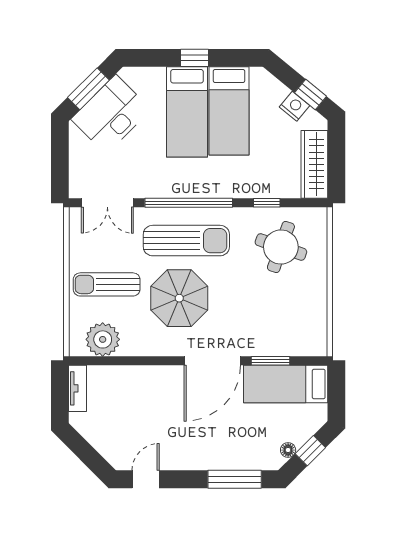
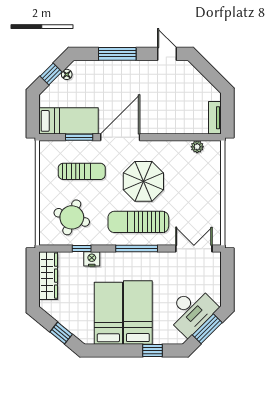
window: (195, 58) -> (152, 350), moved
window: (311, 95) -> (61, 333), moved
nightstand: (295, 106) -> (92, 259), moved, turned 141
window: (189, 203) -> (137, 249), width x0.68
sun lounger: (107, 284) -> (82, 171), moved
plant: (103, 339) -> (197, 147), width x0.53, depth x0.53
door: (146, 479) -> (167, 54), swing flipped
window: (235, 479) -> (117, 54), moved

